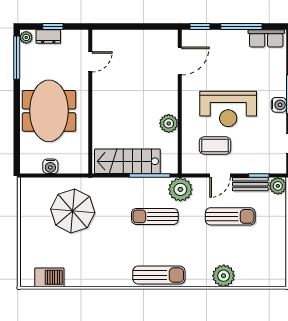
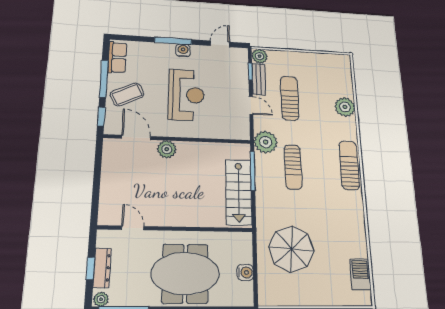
dresser: (48, 37) -> (102, 268), width x1.44
plant: (169, 123) -> (167, 149), moved
coffee table: (215, 145) -> (127, 94), moved, turned 64

